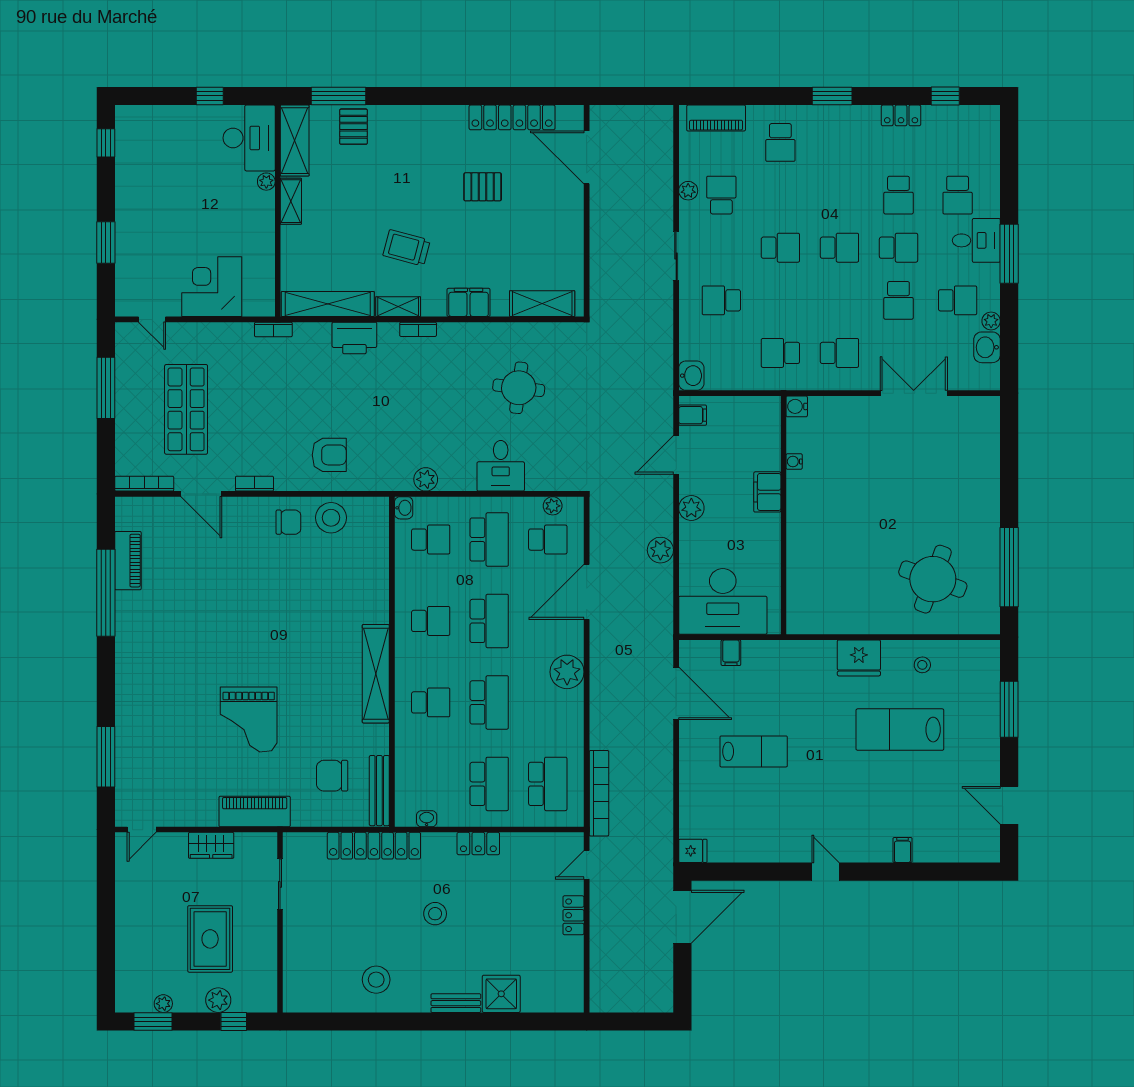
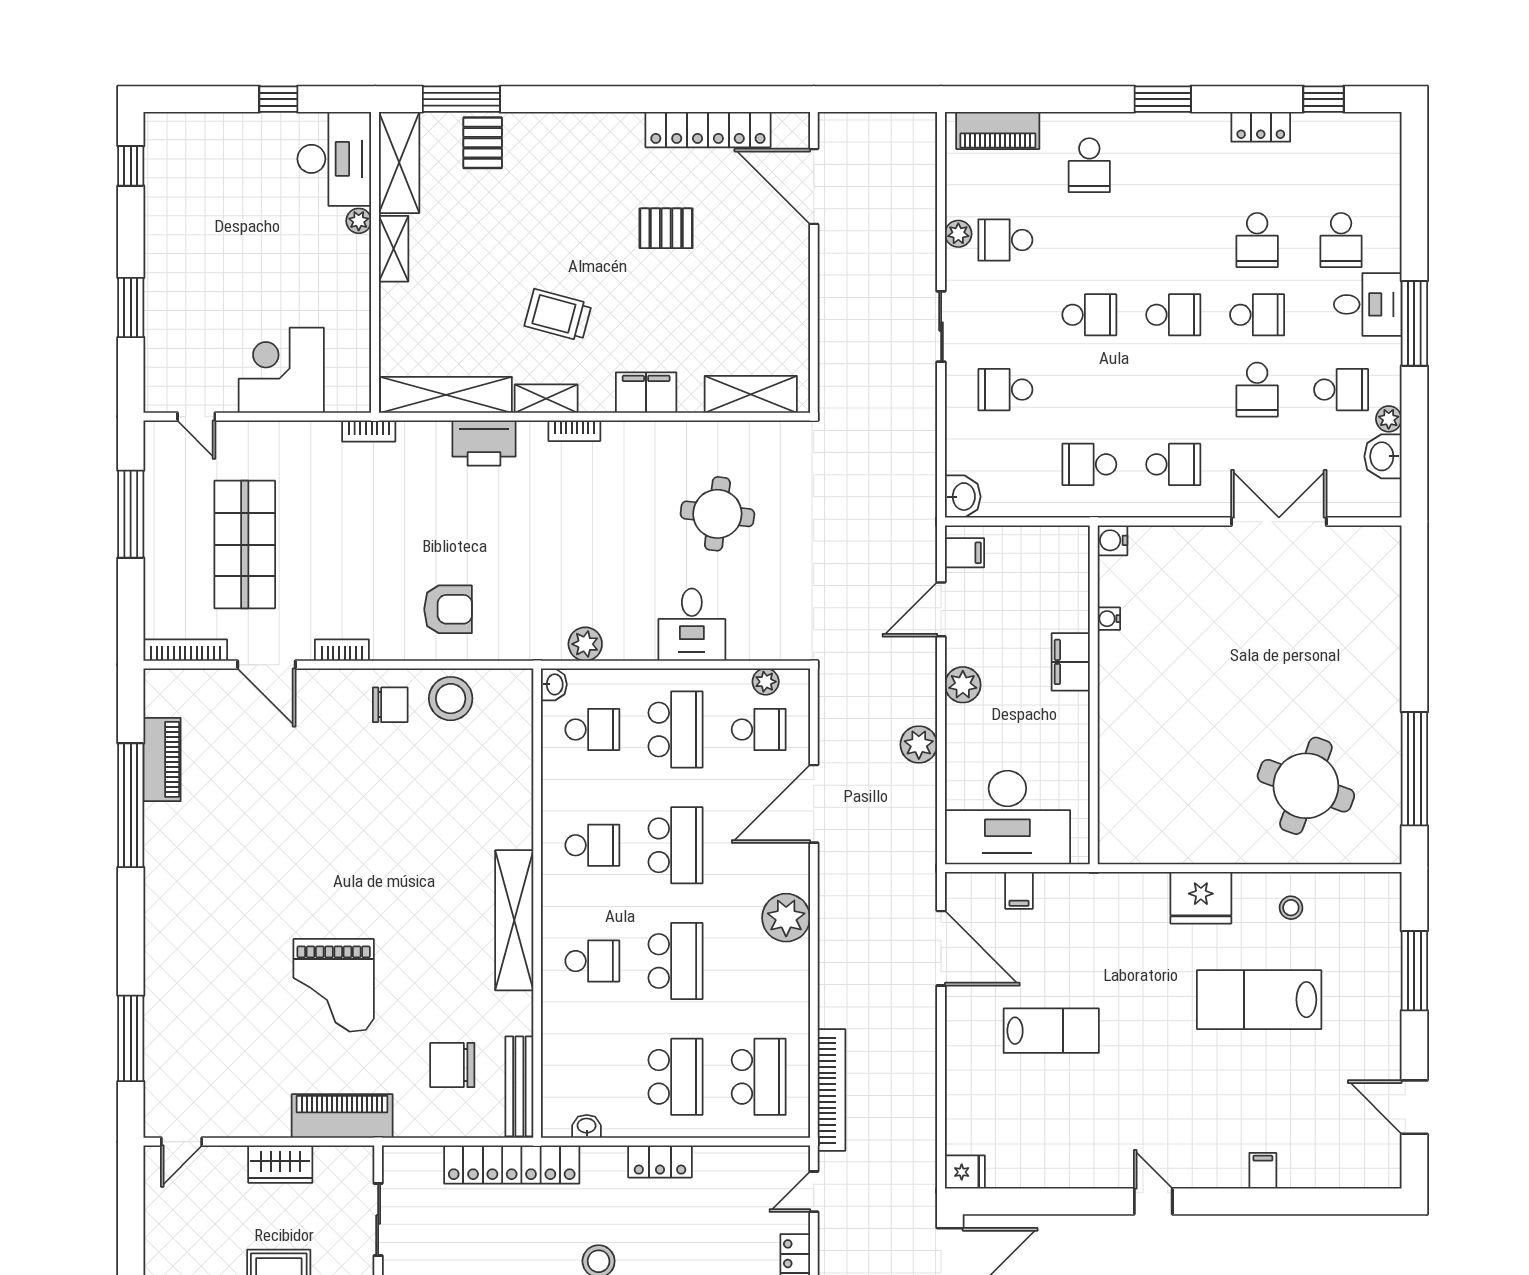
school desk: (721, 195) -> (1005, 240), turned -90

